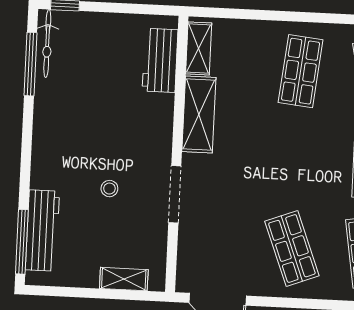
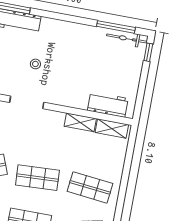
shelving: (199, 115) -> (80, 122), width x0.67, depth x0.75
shop shelf: (296, 160) -> (37, 178), added

